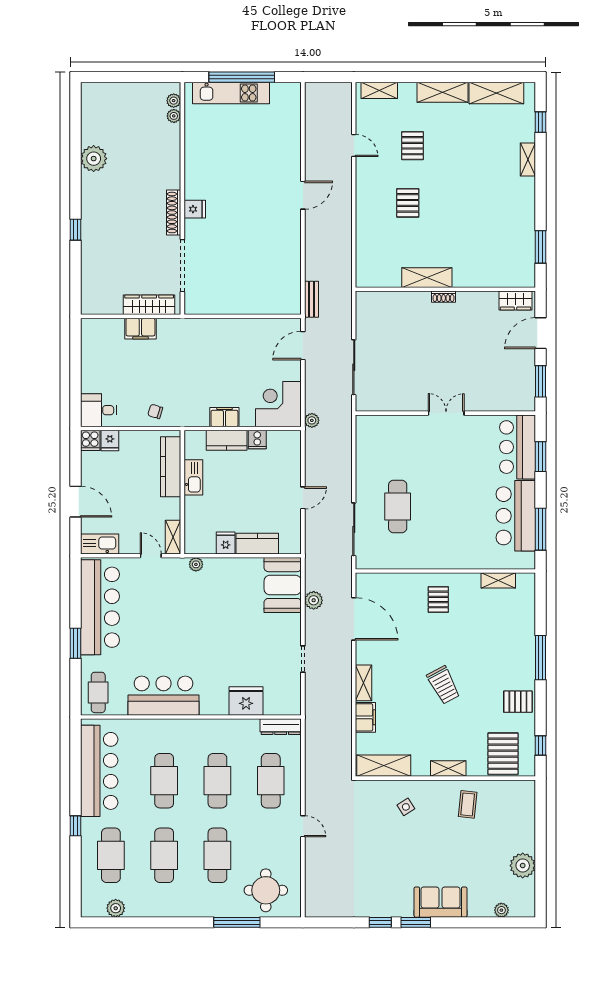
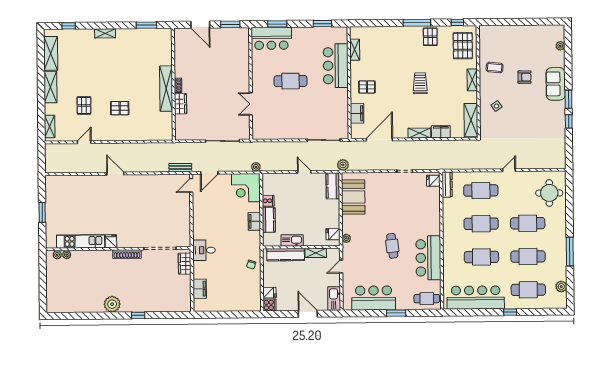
window: (242, 77) -> (42, 212), width x0.47
kitchen unit: (231, 93) -> (81, 241), moved, turned -90
pallet: (413, 146) -> (84, 105), turned 90
plant: (94, 159) -> (112, 304), moved
shelving: (528, 159) -> (105, 33), moved
fridge: (195, 209) -> (111, 241), moved
shelving: (427, 278) -> (166, 89), width x1.47
wardrobe: (516, 301) -> (181, 104), moved
wardrobe: (149, 305) -> (185, 264), width x0.67
door: (283, 316) -> (191, 185), added
filing cabinet: (140, 329) -> (200, 289), moved
door: (303, 346) -> (209, 173), hinge flipped
desk: (98, 410) -> (204, 250), moved, turned 90
double door: (446, 413) -> (251, 104), moved
door: (75, 502) -> (308, 314), hinge flipped
cafe table: (398, 507) -> (290, 81), moved
bar counter: (516, 516) -> (336, 66), moved, turned 90
window: (540, 529) -> (322, 24), width x0.69
shelving: (173, 537) -> (316, 253), moved
fridge: (226, 543) -> (333, 234), moved
kitchen counter: (257, 544) -> (333, 186), moved
filing cabinet: (396, 583) -> (357, 113), added
booth: (283, 585) -> (353, 197), moved, turned 90
plant: (314, 600) -> (343, 165), moved
bar counter: (100, 607) -> (374, 298), width x0.73
cafe table: (183, 638) -> (392, 246), added
window: (540, 658) -> (417, 23), moved
trolley: (443, 685) -> (420, 83), turned -62
fridge: (246, 701) -> (433, 181), moved, width x0.53, depth x0.75
pallet: (503, 754) -> (463, 46), turned 90
armchair: (452, 852) -> (525, 77), added
plant: (523, 866) -> (532, 33), removed
window: (237, 922) -> (570, 251), moved

